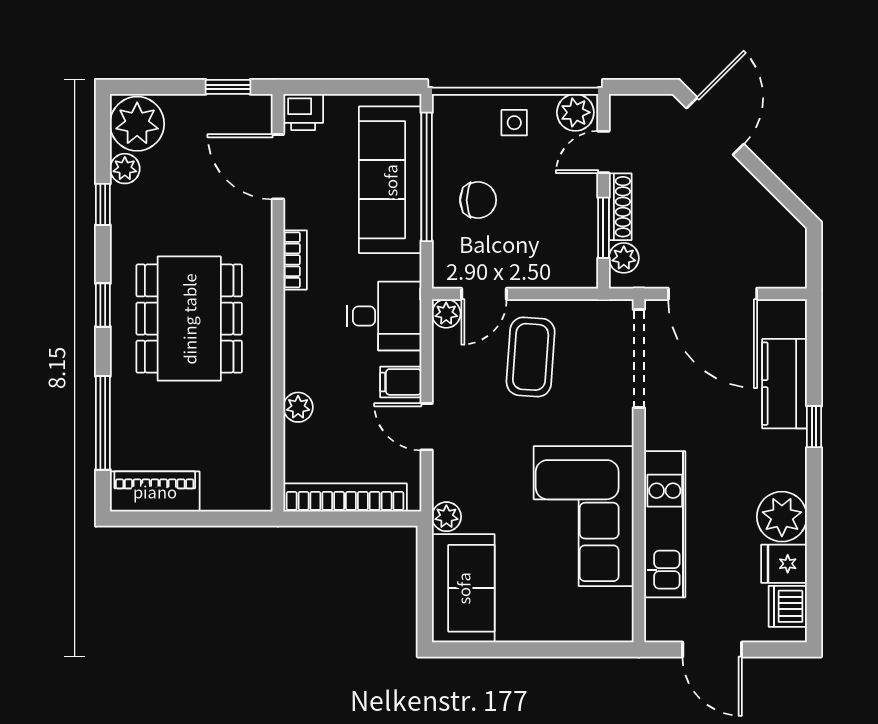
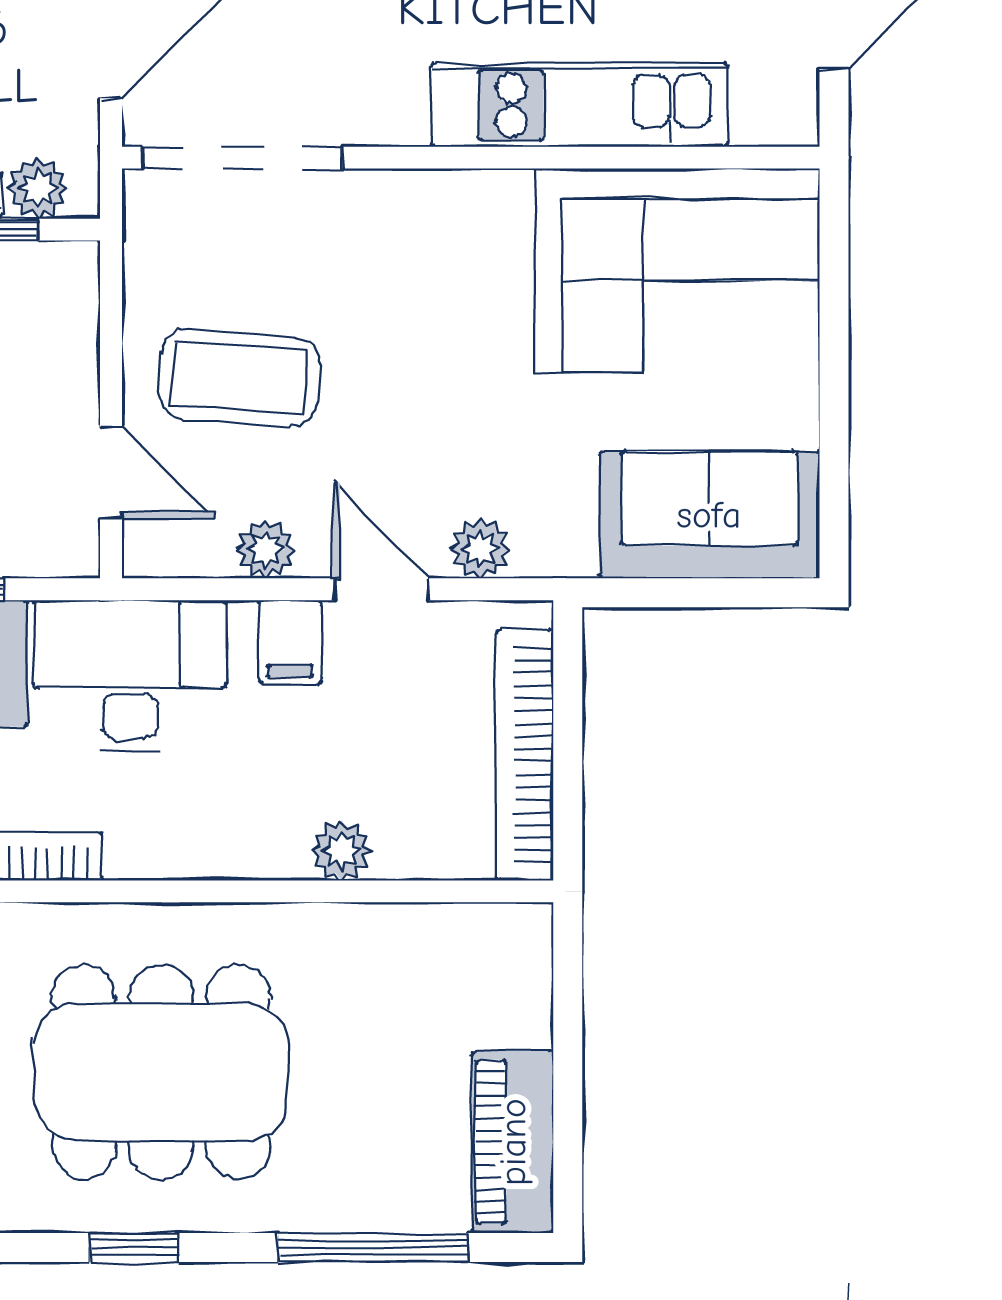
plant: (446, 314) -> (266, 549), moved
desk: (384, 316) -> (130, 676), width x1.37
door: (427, 427) -> (381, 589), swing flipped
corner sofa: (584, 516) -> (677, 270), moved
plant: (446, 517) -> (480, 549), moved

